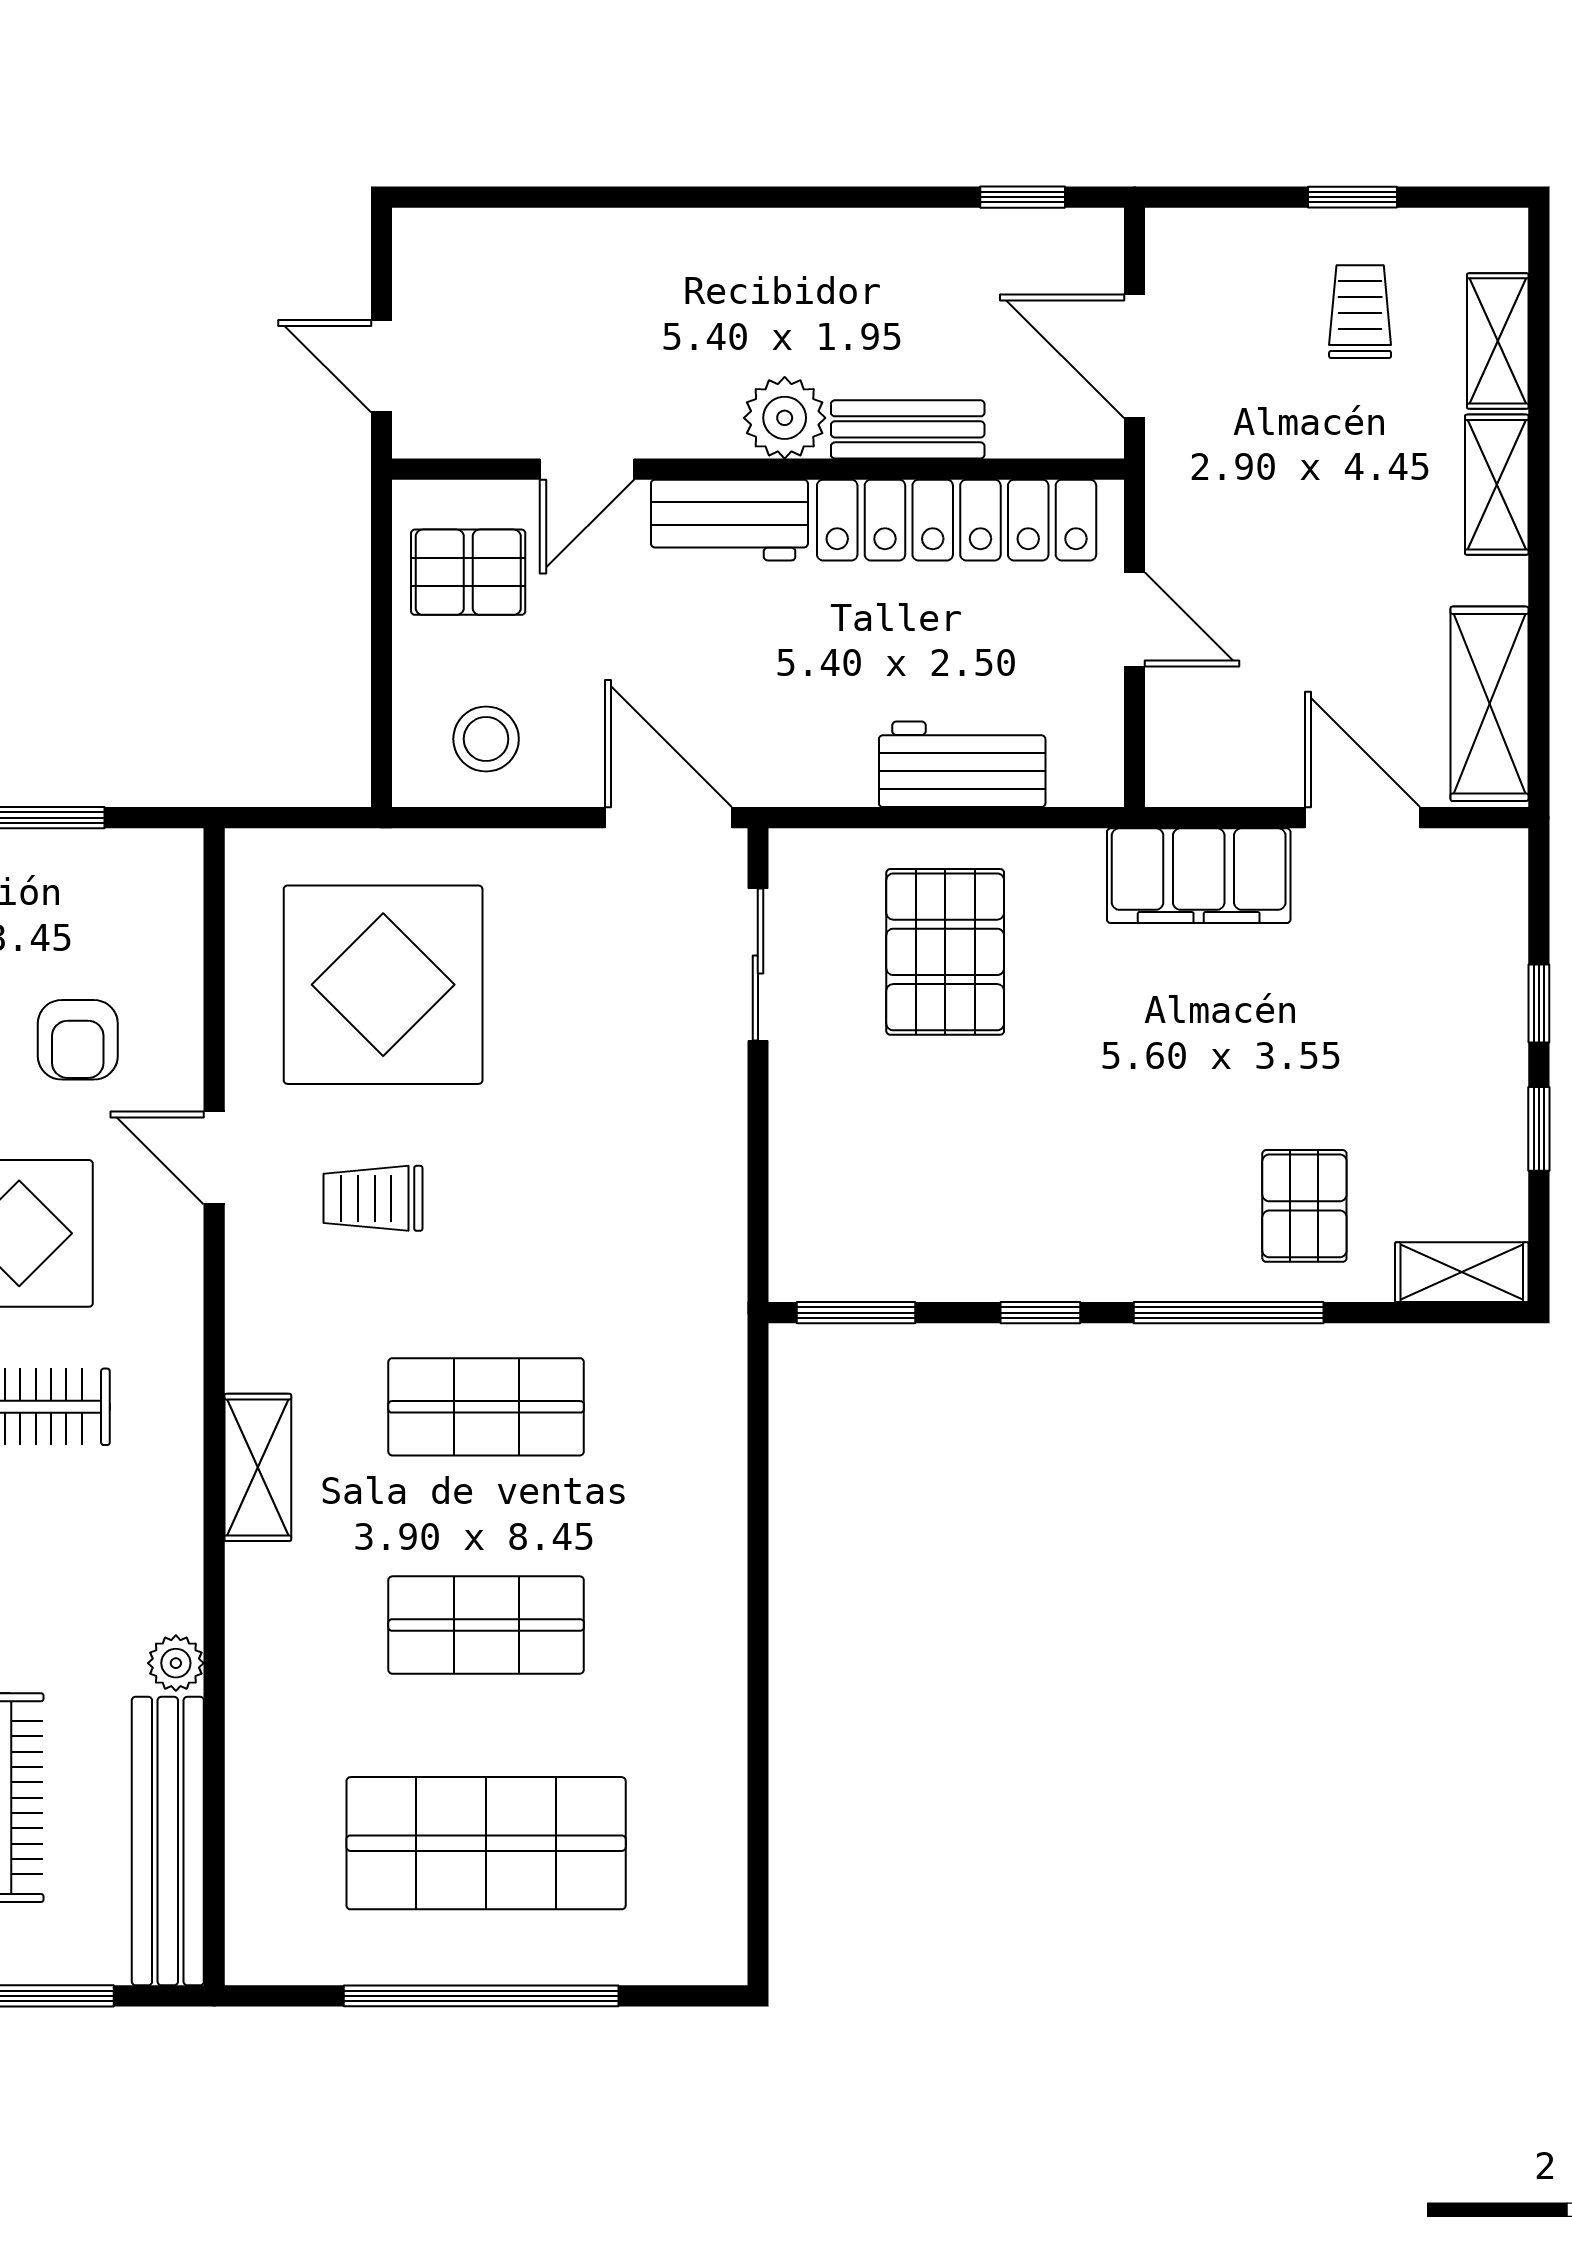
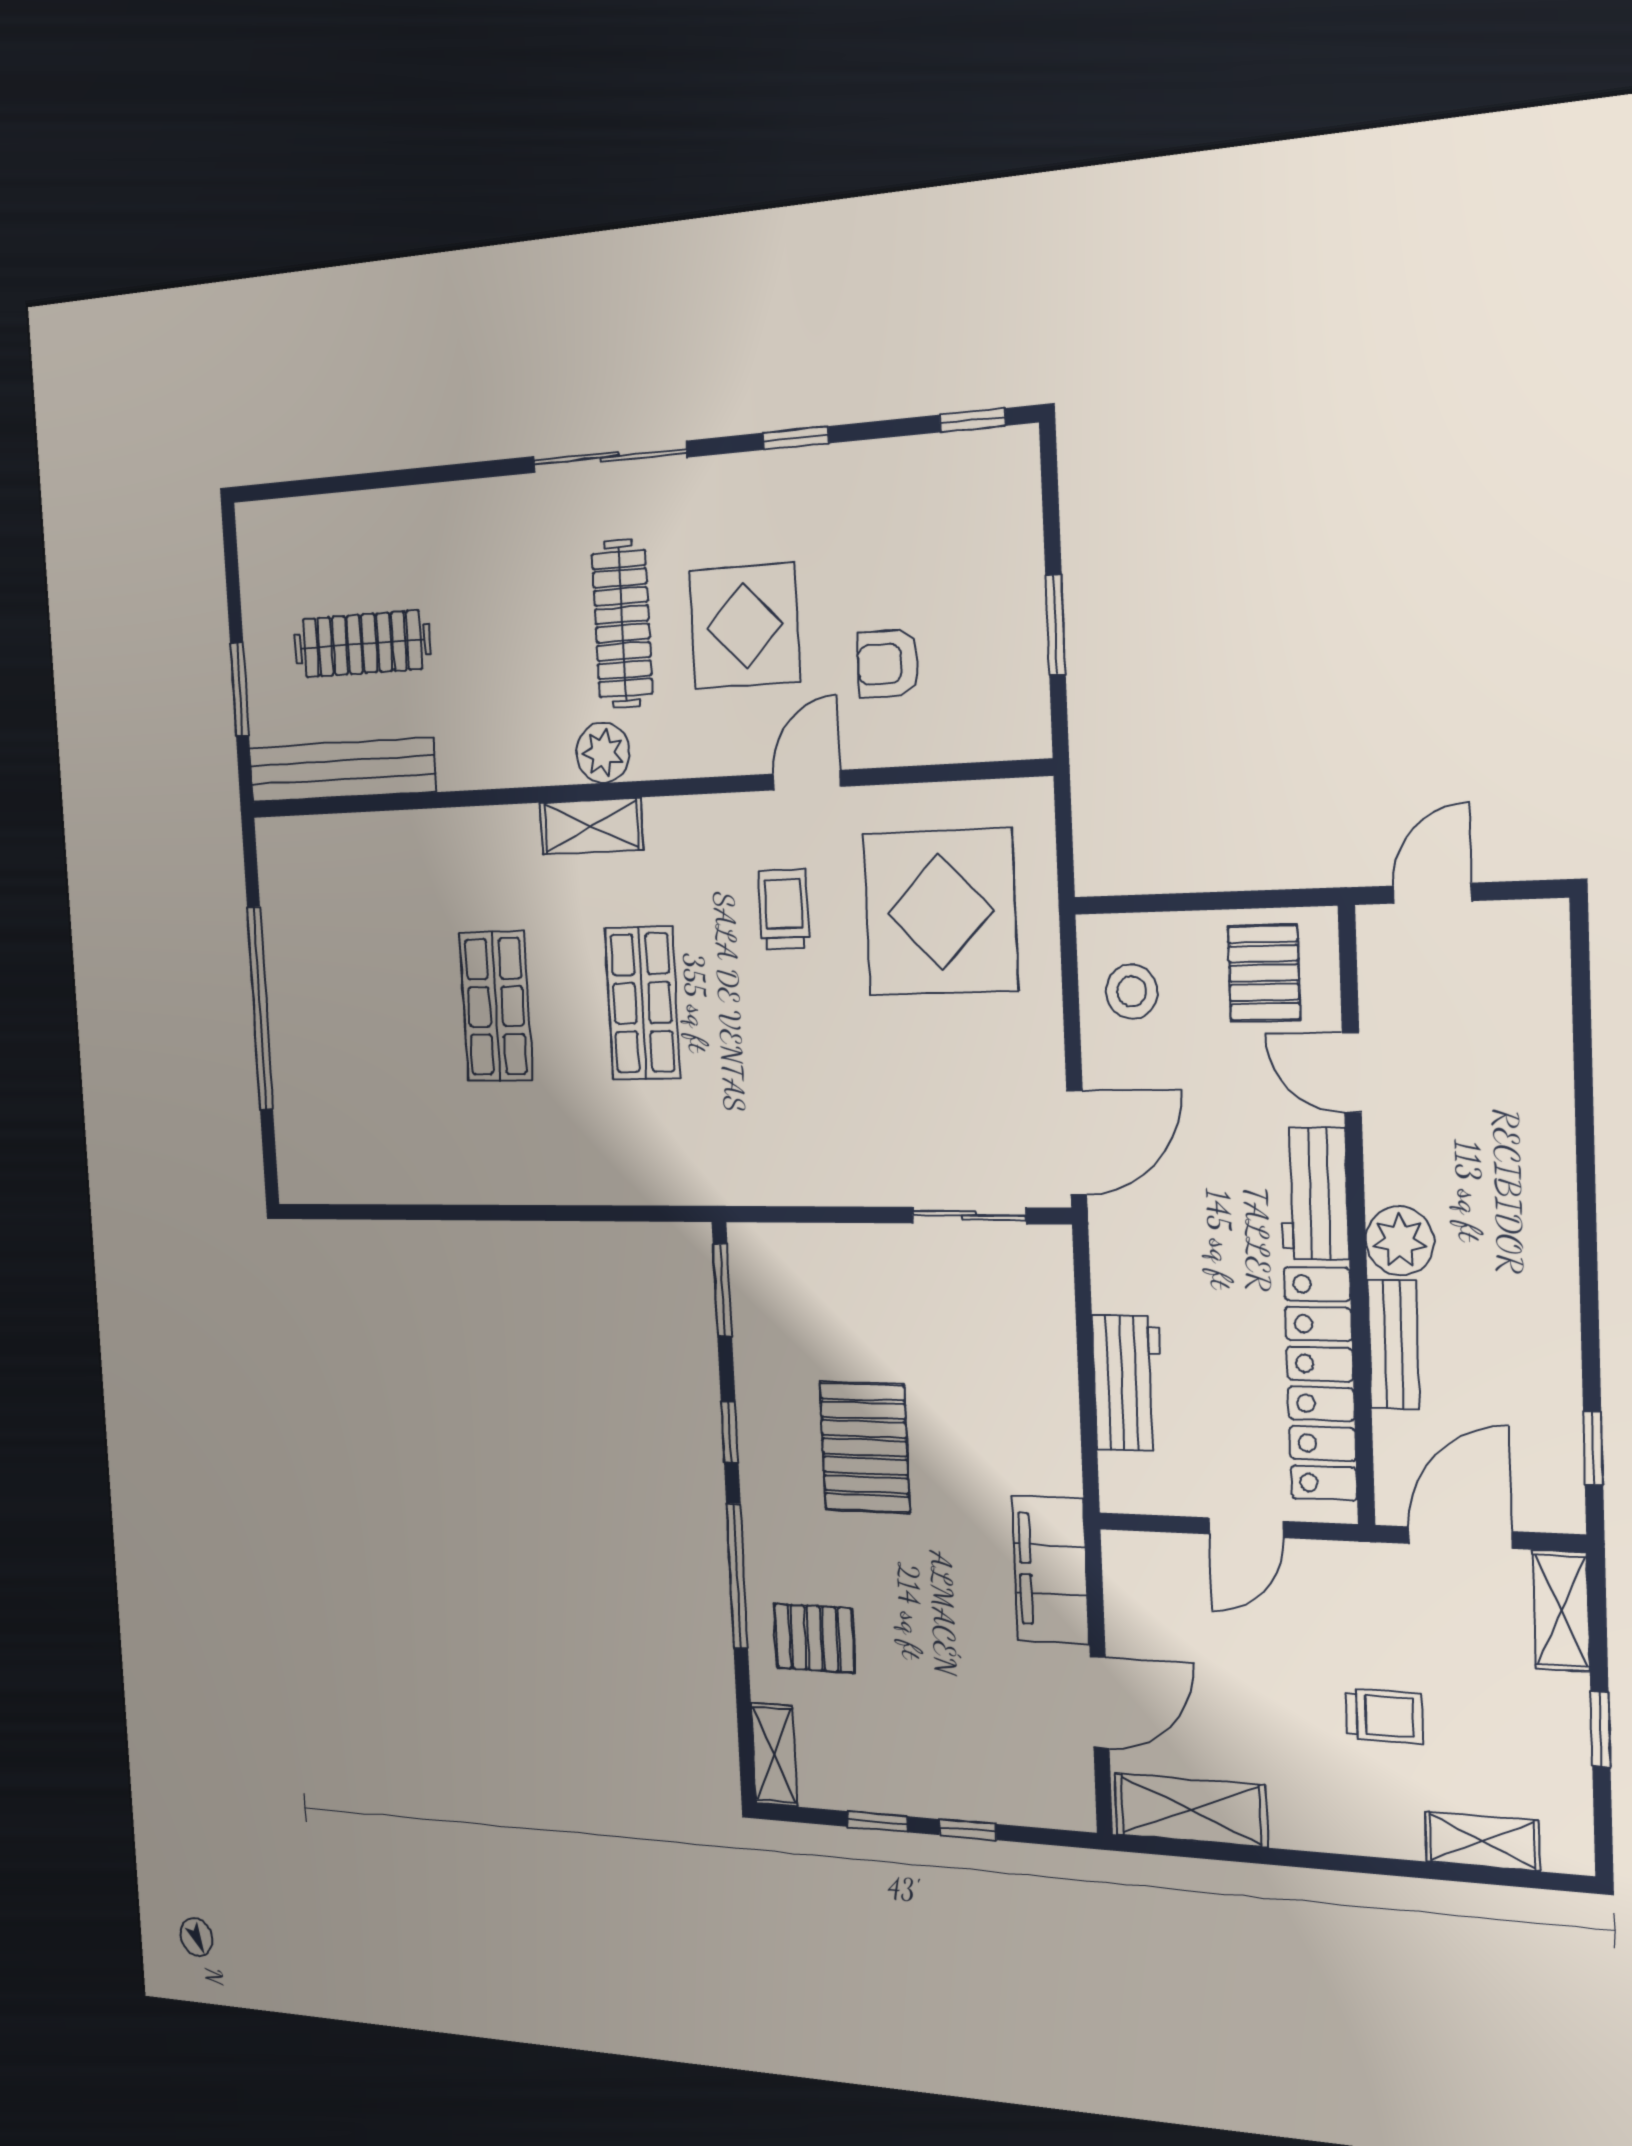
trolley: (1360, 312) -> (1384, 1716), moved
shelving: (1497, 485) -> (1561, 1611), moved, turned 90
pallet: (945, 952) -> (865, 1447), moved, turned 90
plant: (176, 1663) -> (603, 753), moved, width x1.38, depth x1.38
shop shelf: (486, 1843) -> (355, 1010), removed

